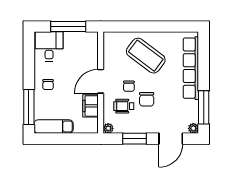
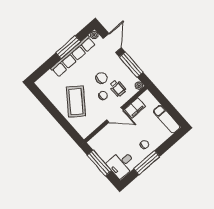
row of seats: (191, 68) -> (73, 56), moved
window: (29, 107) -> (147, 163), moved
window: (204, 107) -> (68, 47), moved
window: (135, 139) -> (131, 65), width x1.44
door: (171, 139) -> (112, 43), hinge flipped

